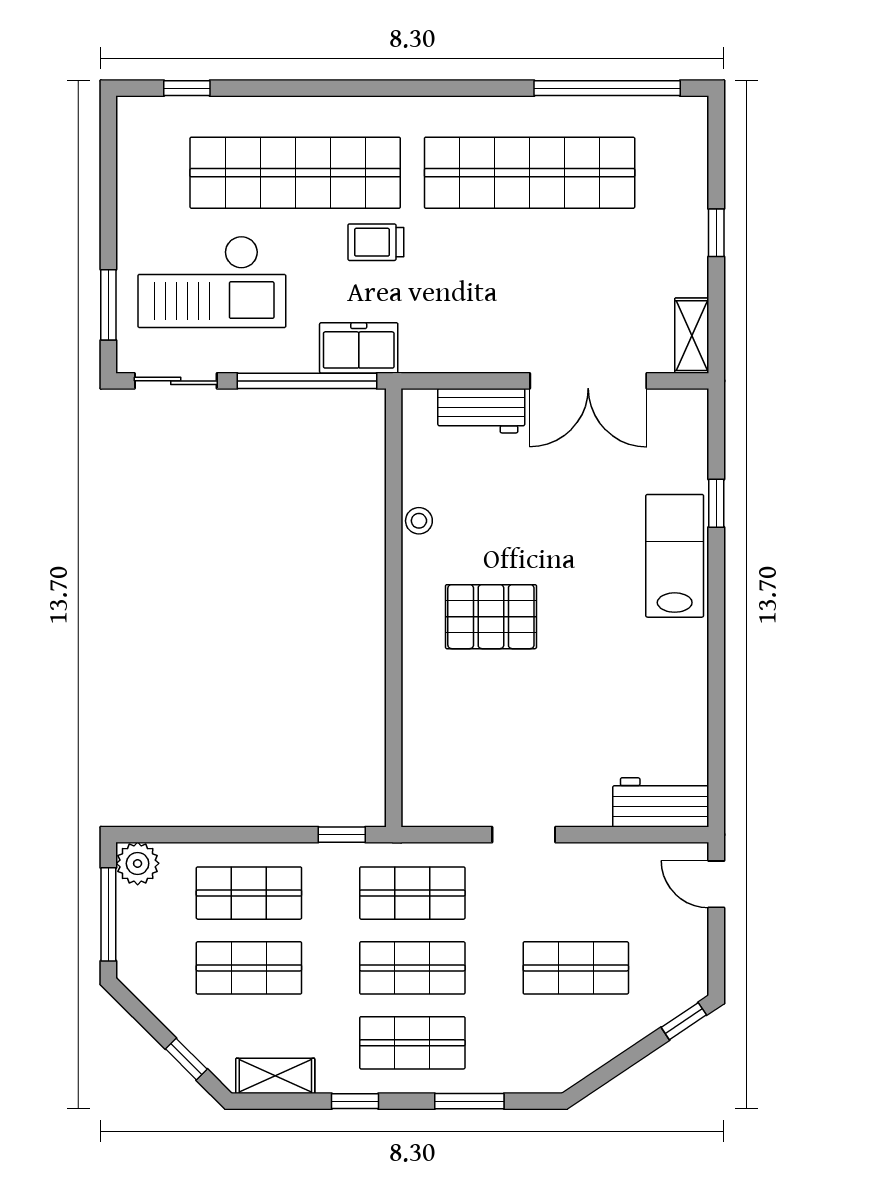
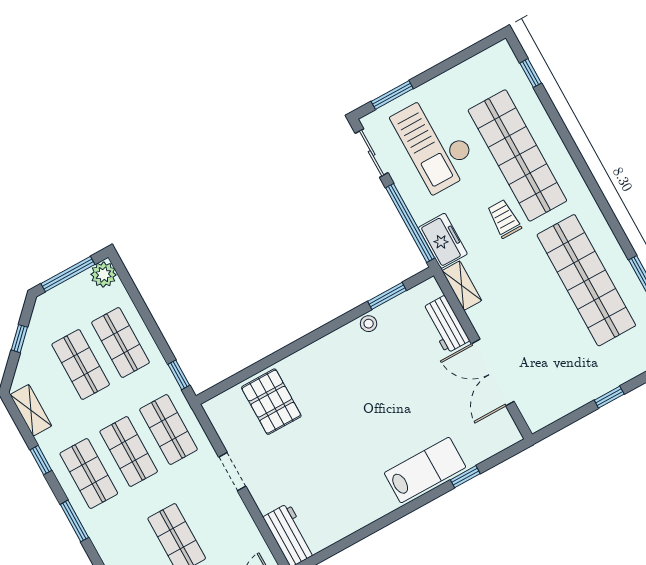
shelving: (692, 336) -> (462, 286), moved, turned 90
window: (394, 472) -> (387, 296), added
pallet: (491, 617) -> (271, 402), moved
window: (186, 1059) -> (19, 339), moved

